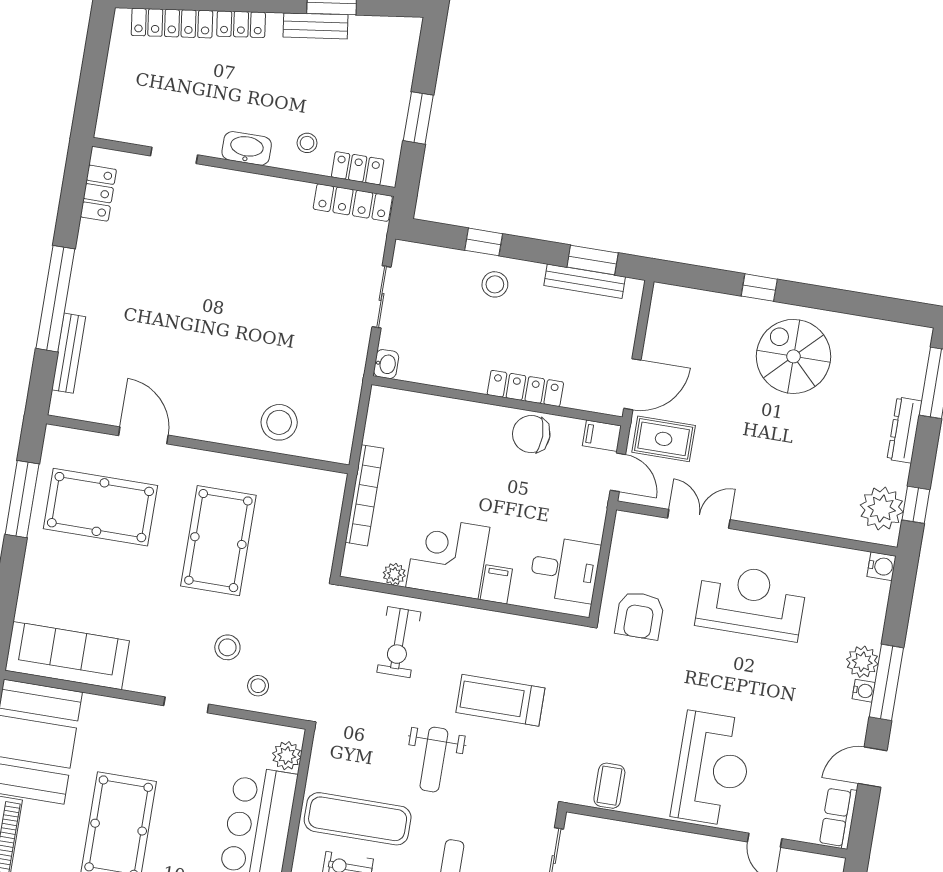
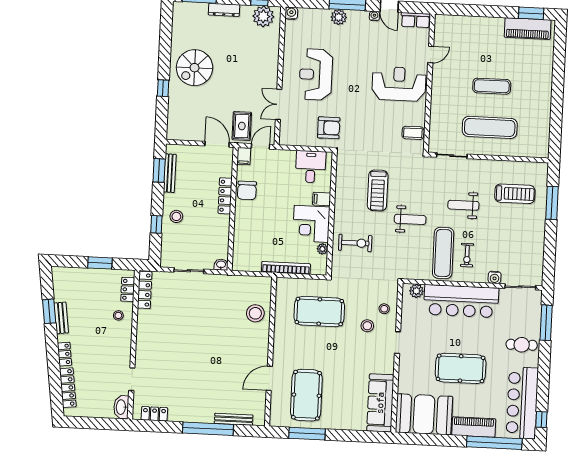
washbasin: (247, 148) -> (121, 407), moved
pool table: (218, 541) -> (319, 312), moved
water cooler: (864, 691) -> (374, 16), moved

